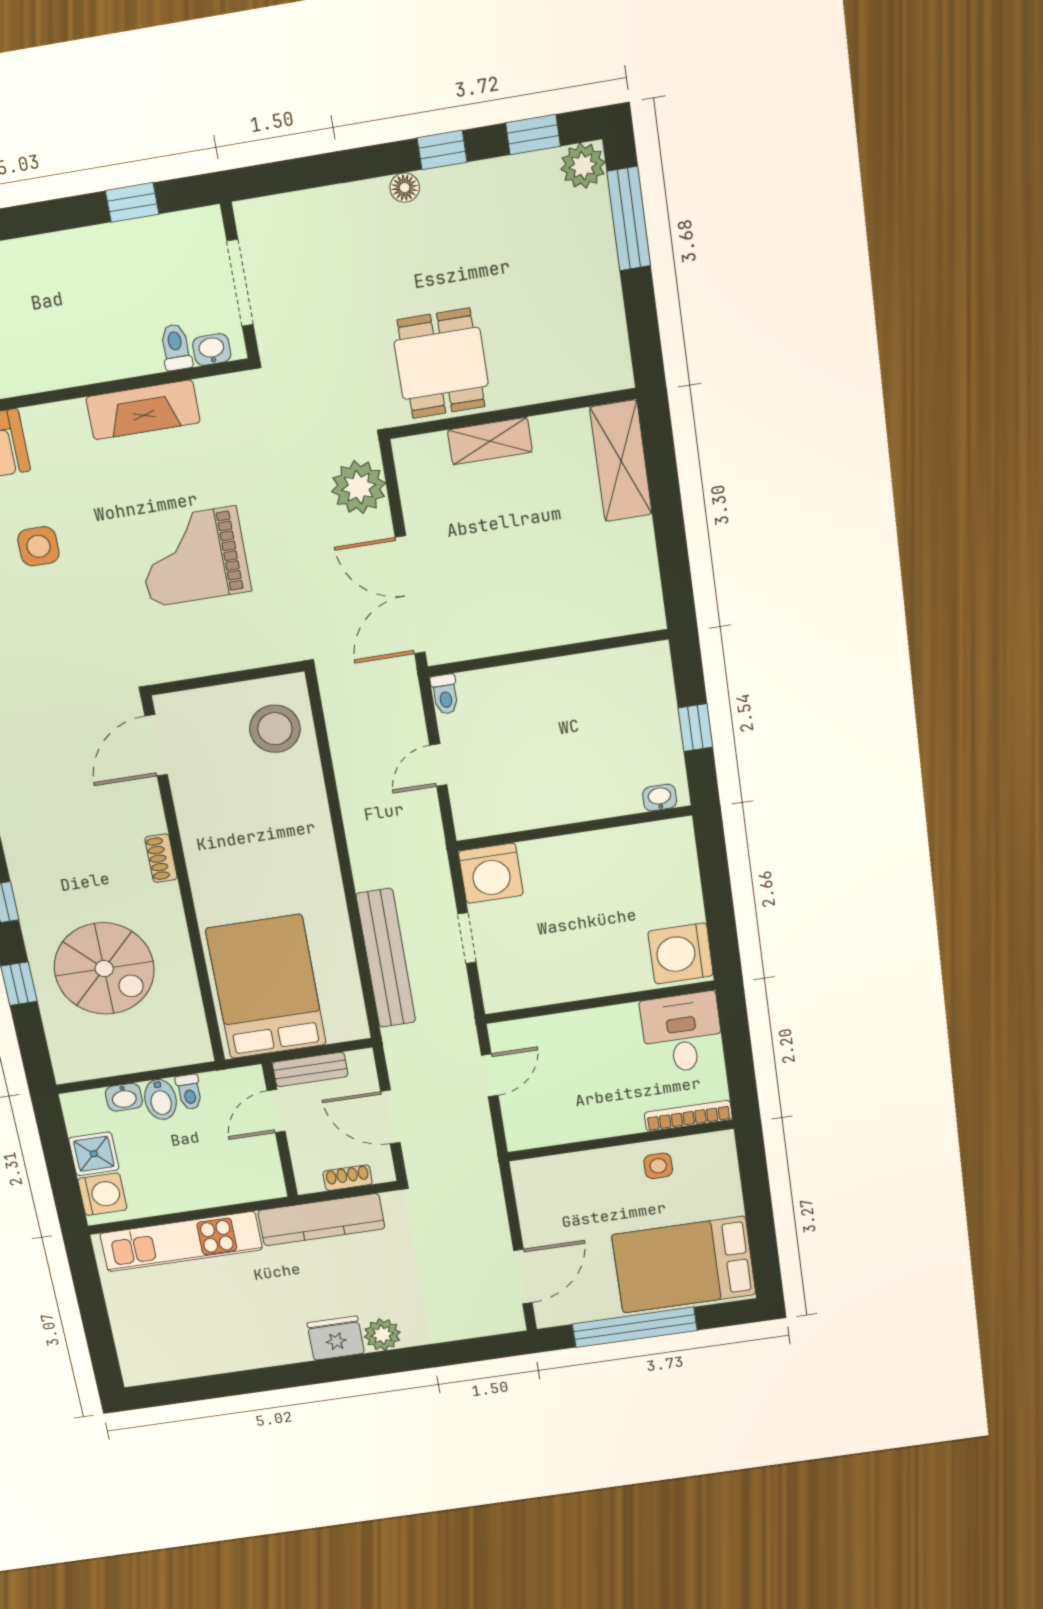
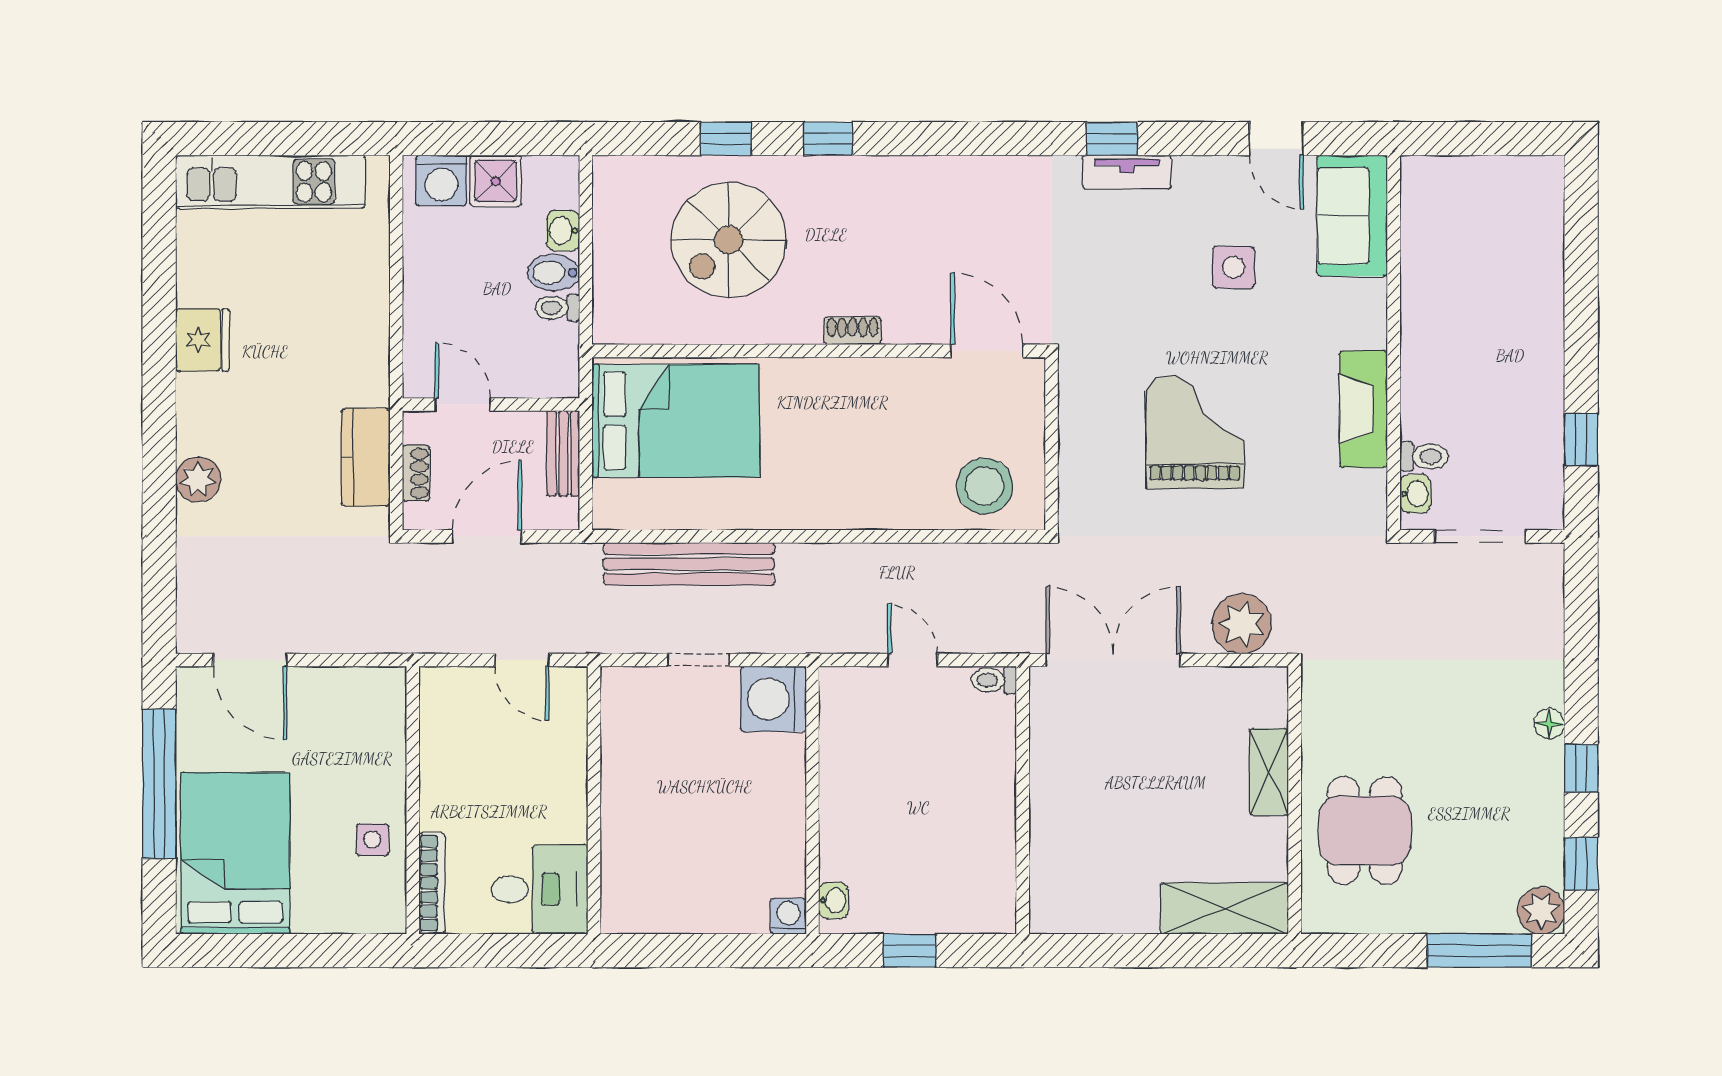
dining table: (441, 363) -> (1365, 831), moved, turned 90
washing machine: (681, 953) -> (788, 916), moved, width x0.53, depth x0.53
door: (276, 1111) -> (463, 404), moved
kitchen counter: (321, 1220) -> (366, 457), width x0.67
kitchen unit: (181, 1242) -> (270, 182), moved, turned -90
fridge: (336, 1338) -> (202, 340), moved

